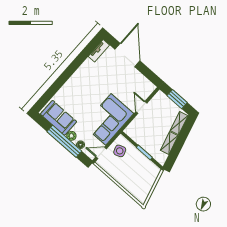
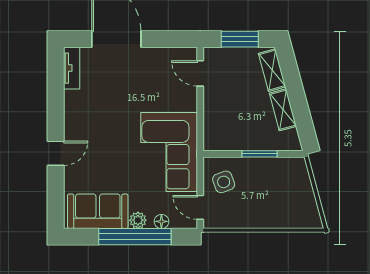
door: (62, 79) -> (56, 153), added
door: (141, 107) -> (200, 73), moved
door: (101, 153) -> (200, 207), hinge flipped

